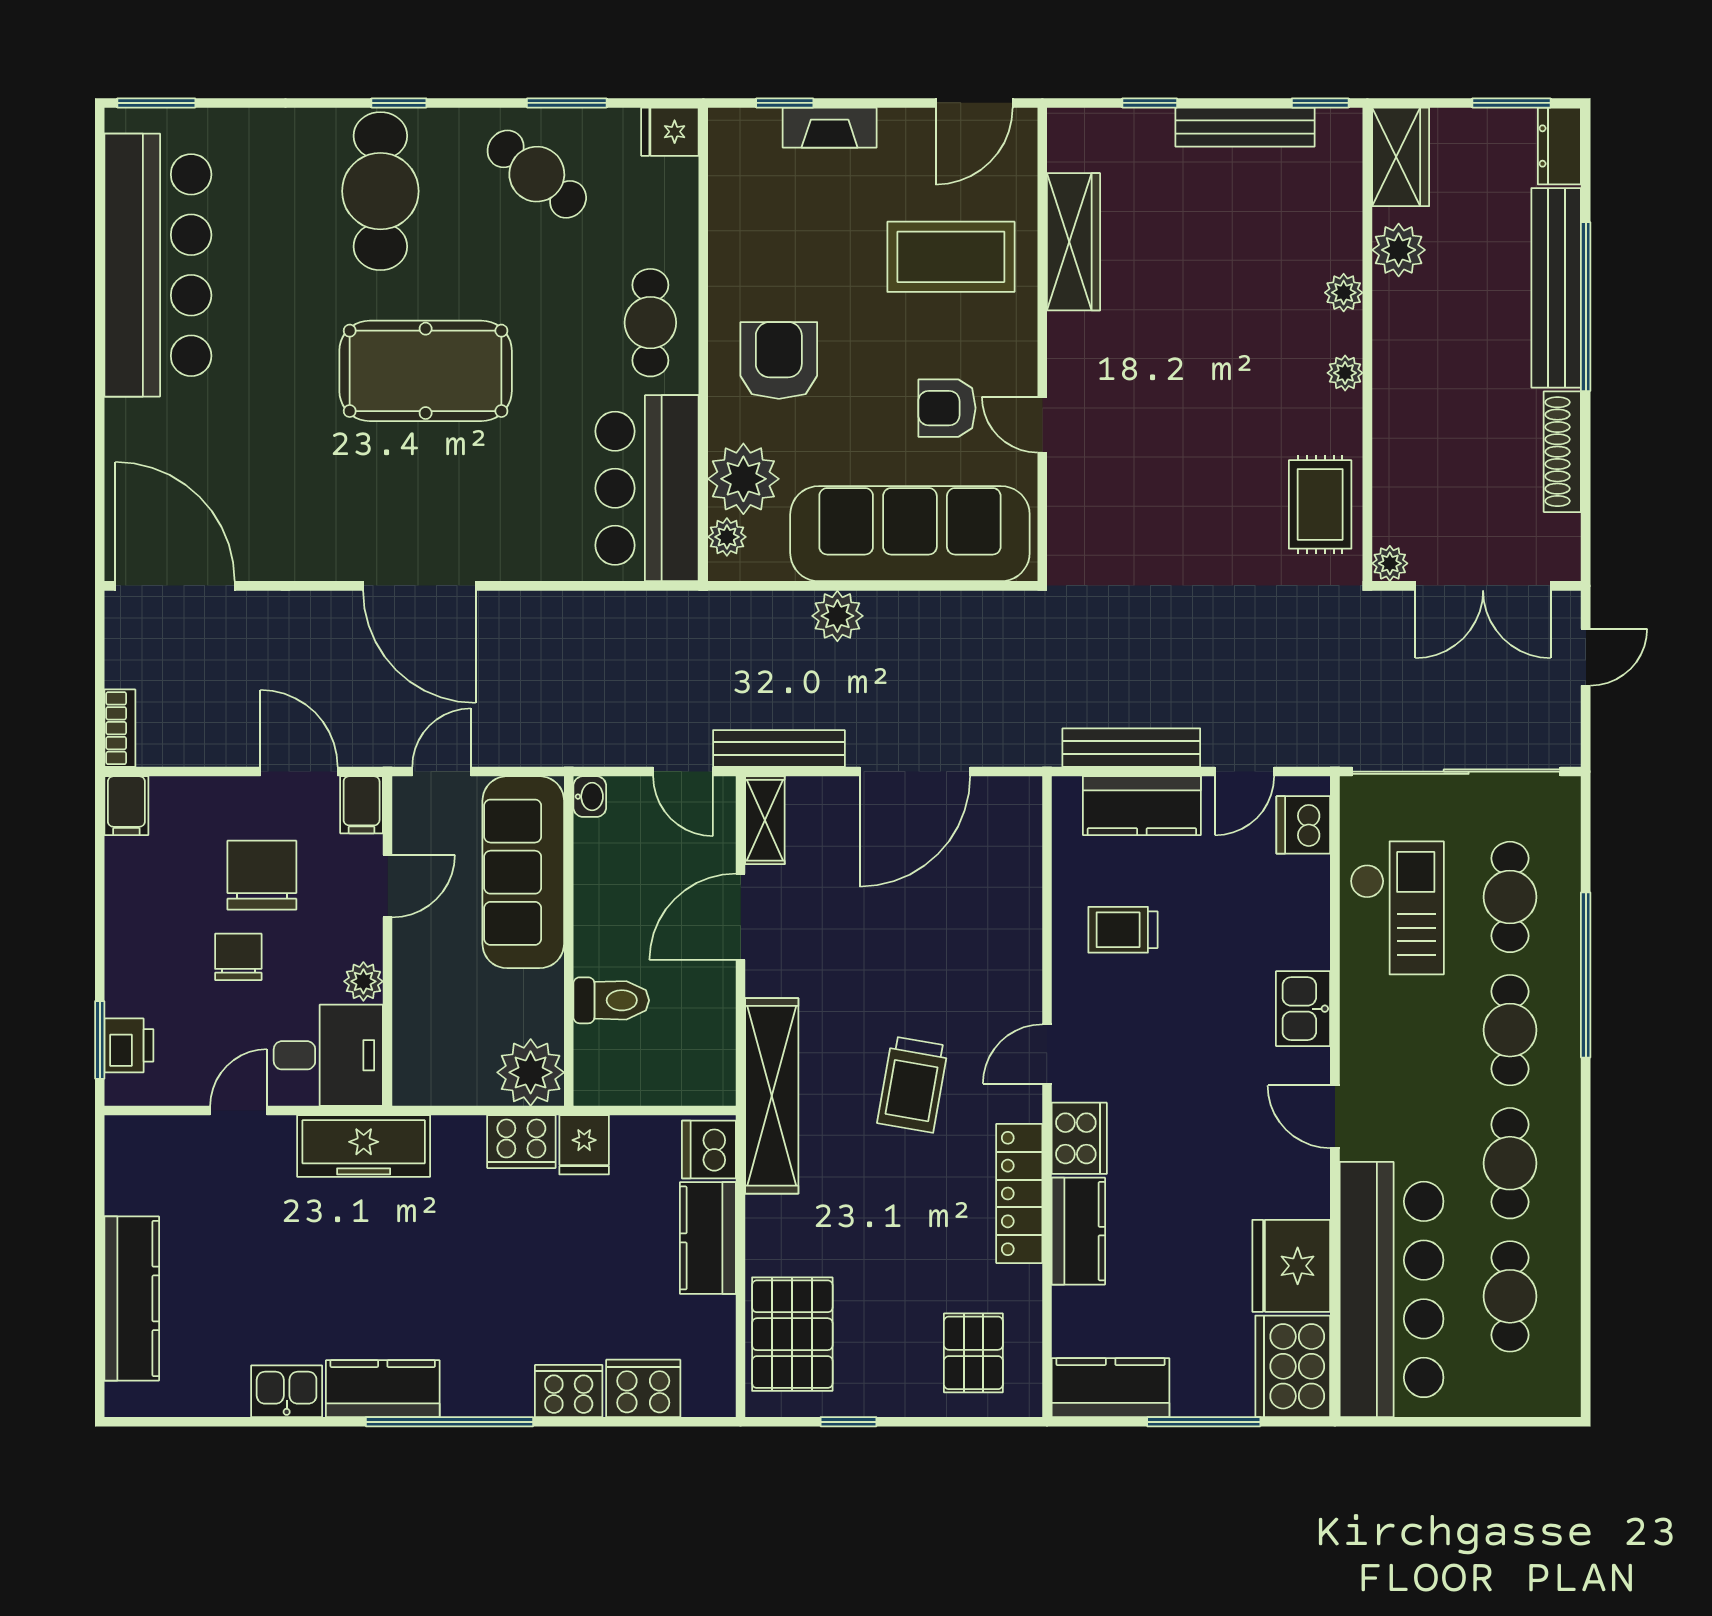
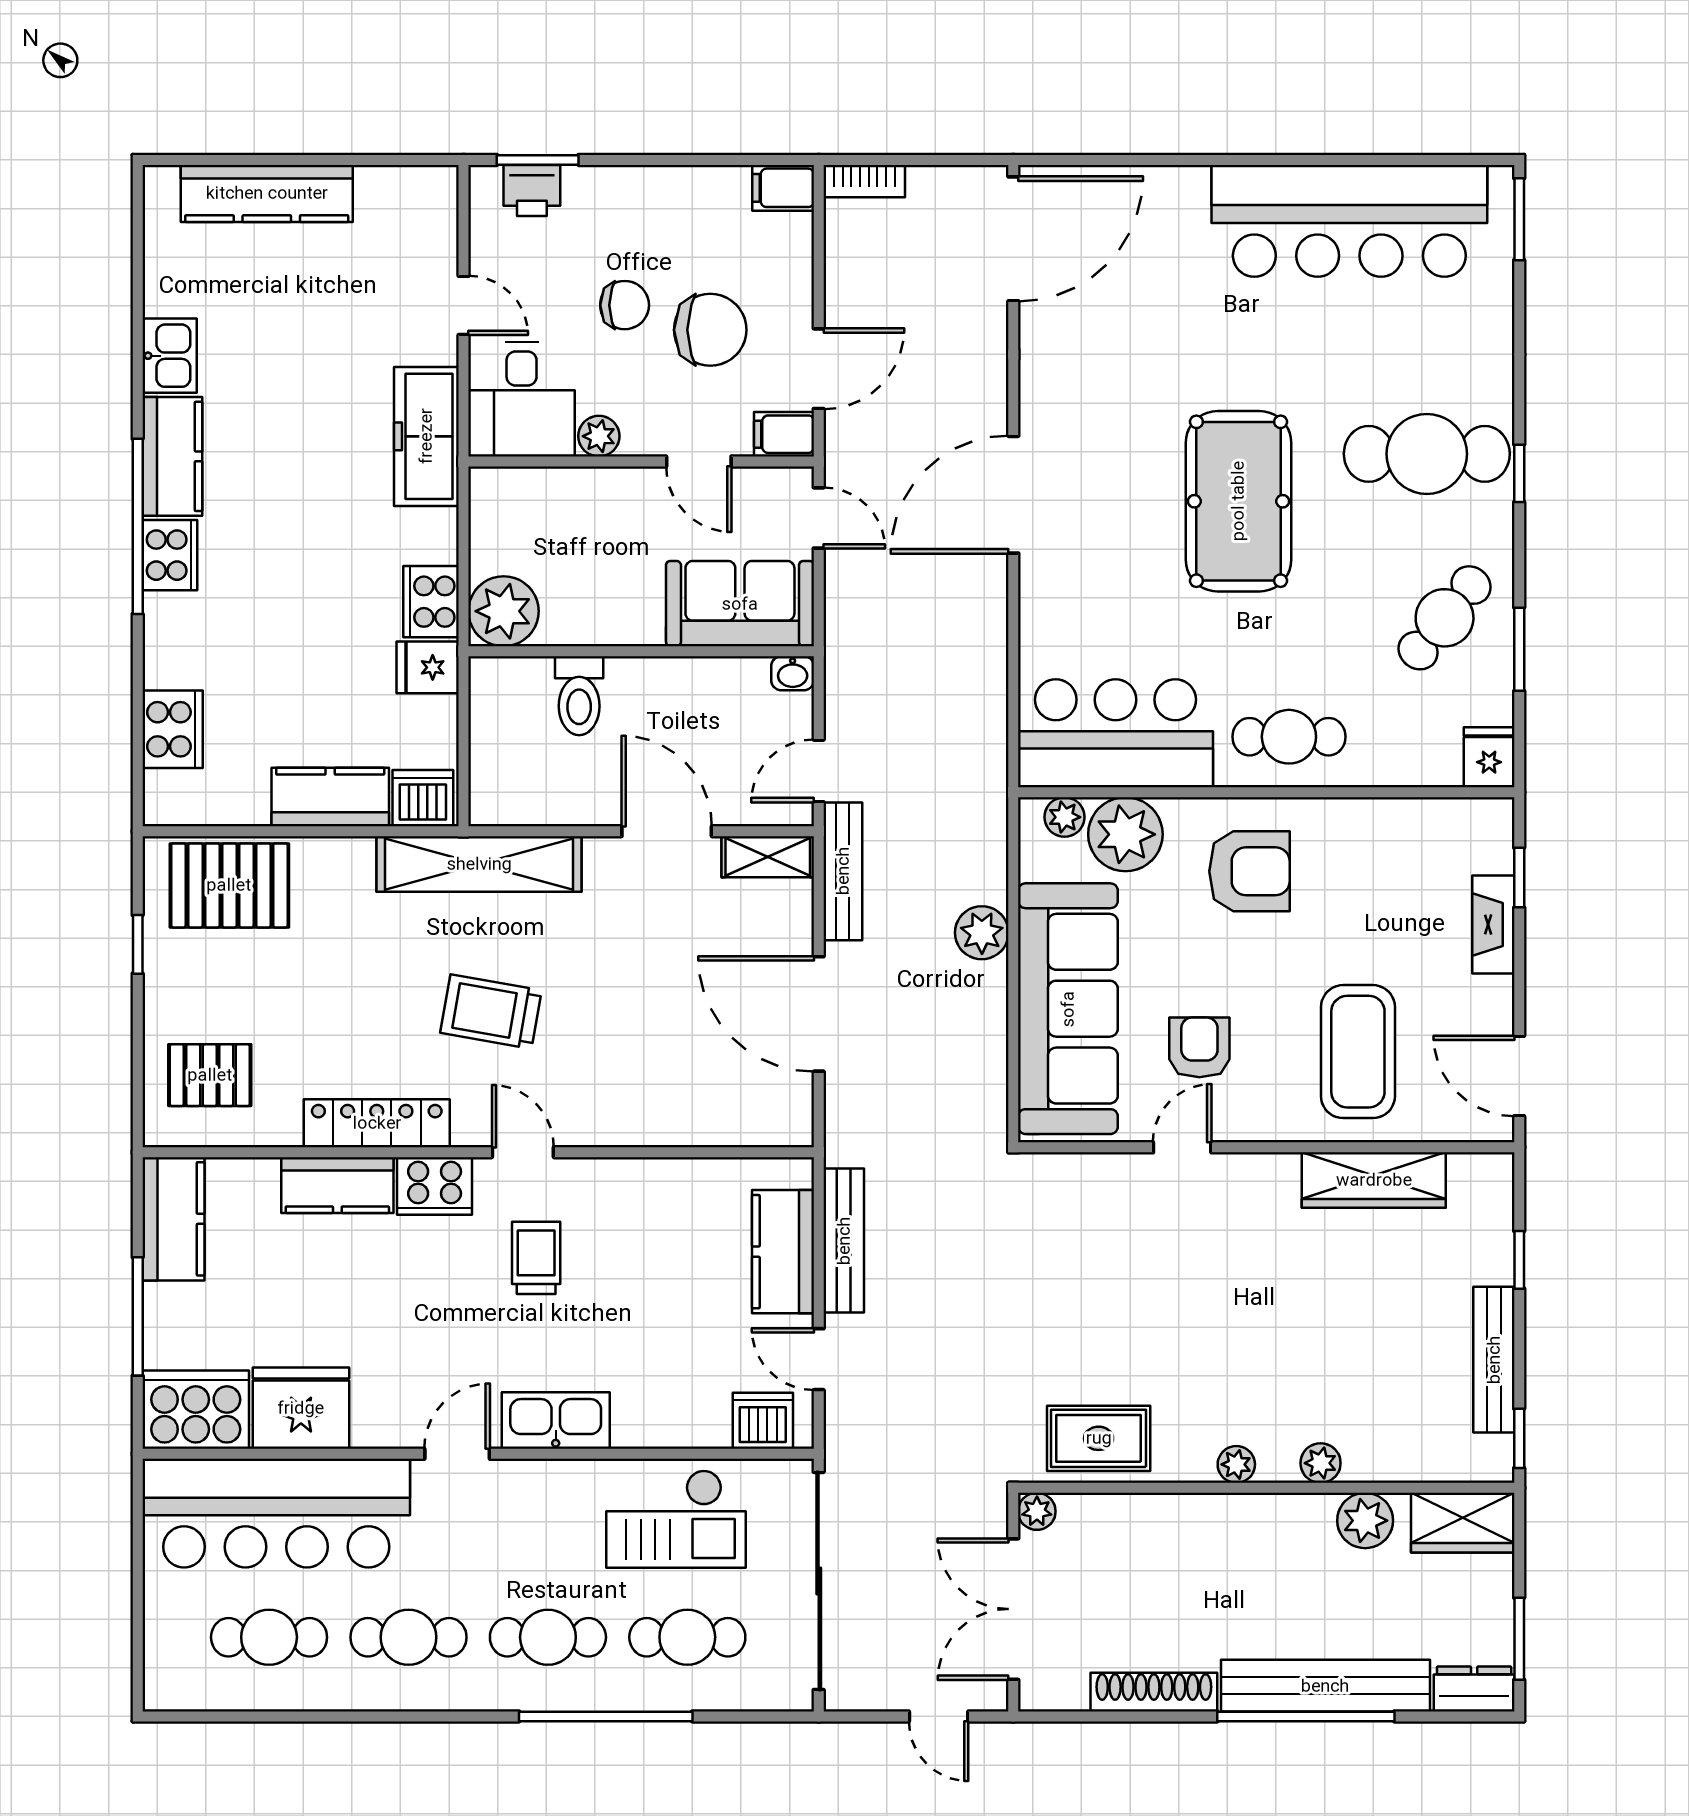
sofa: (523, 872) -> (740, 604), width x0.73
trolley: (1123, 930) -> (536, 1258), moved
kitchen sink: (1303, 1009) -> (556, 1421), width x1.38
cooker: (569, 1391) -> (170, 555), moved

